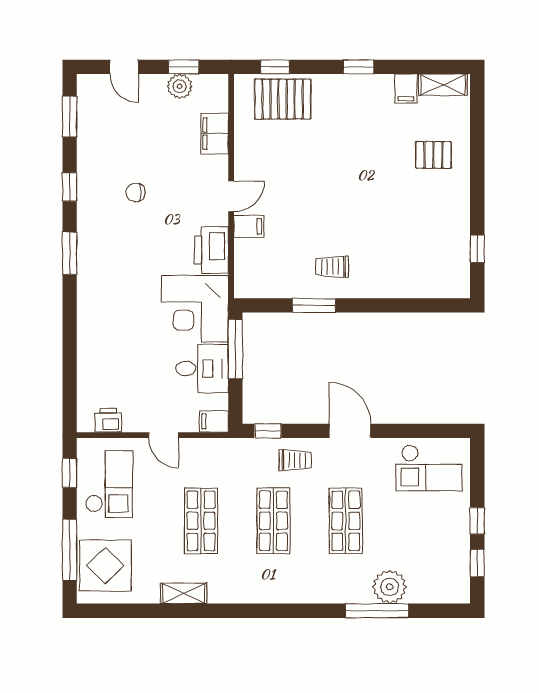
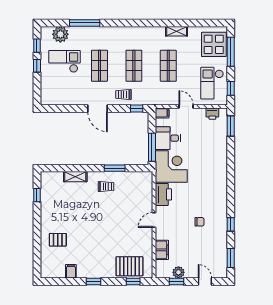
shelving: (443, 85) -> (75, 177), moved
filing cabinet: (249, 226) -> (146, 206), removed
window: (70, 253) -> (231, 126), moved
checkout: (429, 468) -> (65, 61), moved
plant: (390, 587) -> (60, 34), moved

